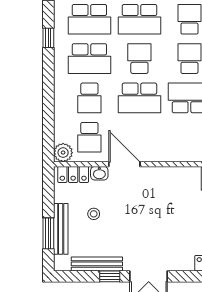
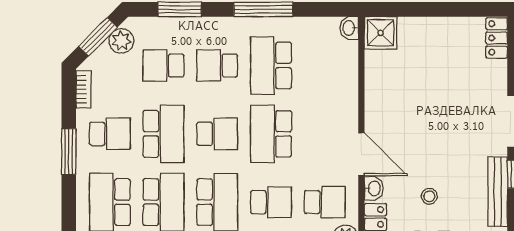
school desk: (139, 59) -> (217, 134), turned 180
school desk: (139, 98) -> (271, 134), turned 180
door: (124, 164) -> (361, 154), swing flipped

